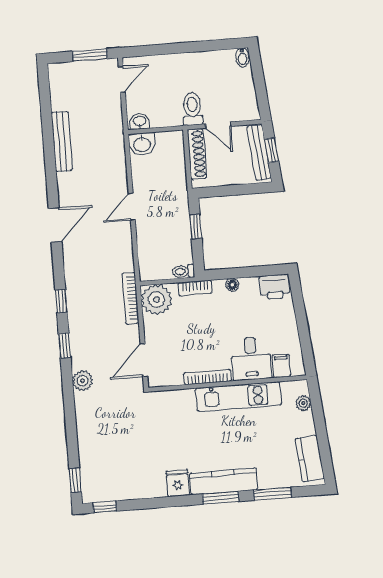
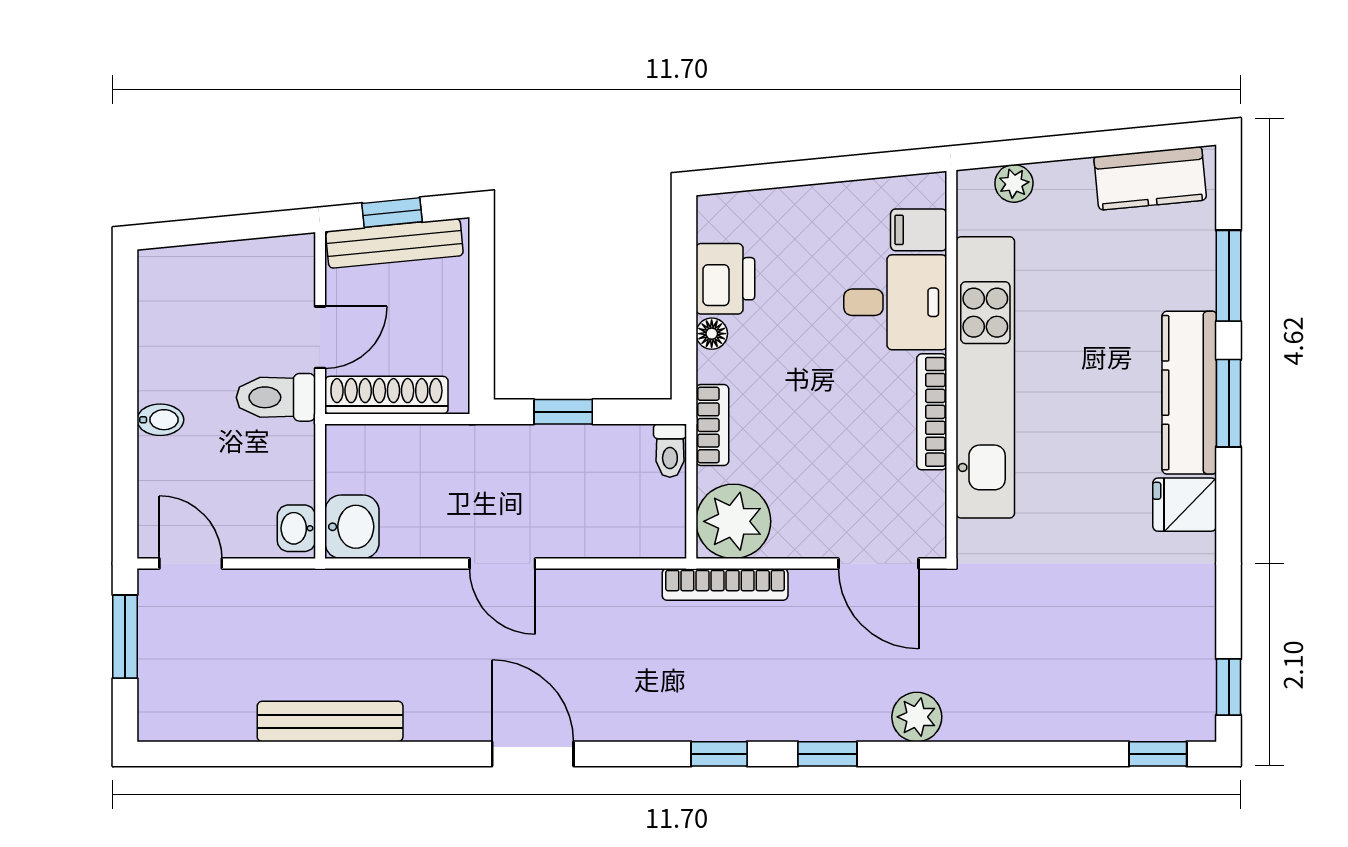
bidet: (242, 58) -> (160, 420), moved
printer: (275, 287) -> (725, 279), moved
kitchen unit: (239, 397) -> (985, 377), width x1.36

